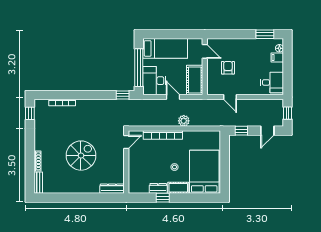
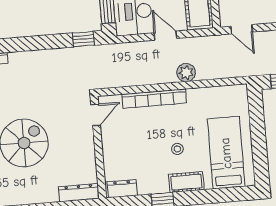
door: (230, 97) -> (242, 29), moved
bed: (204, 172) -> (226, 153), width x0.67
dresser: (158, 188) -> (122, 189), moved

